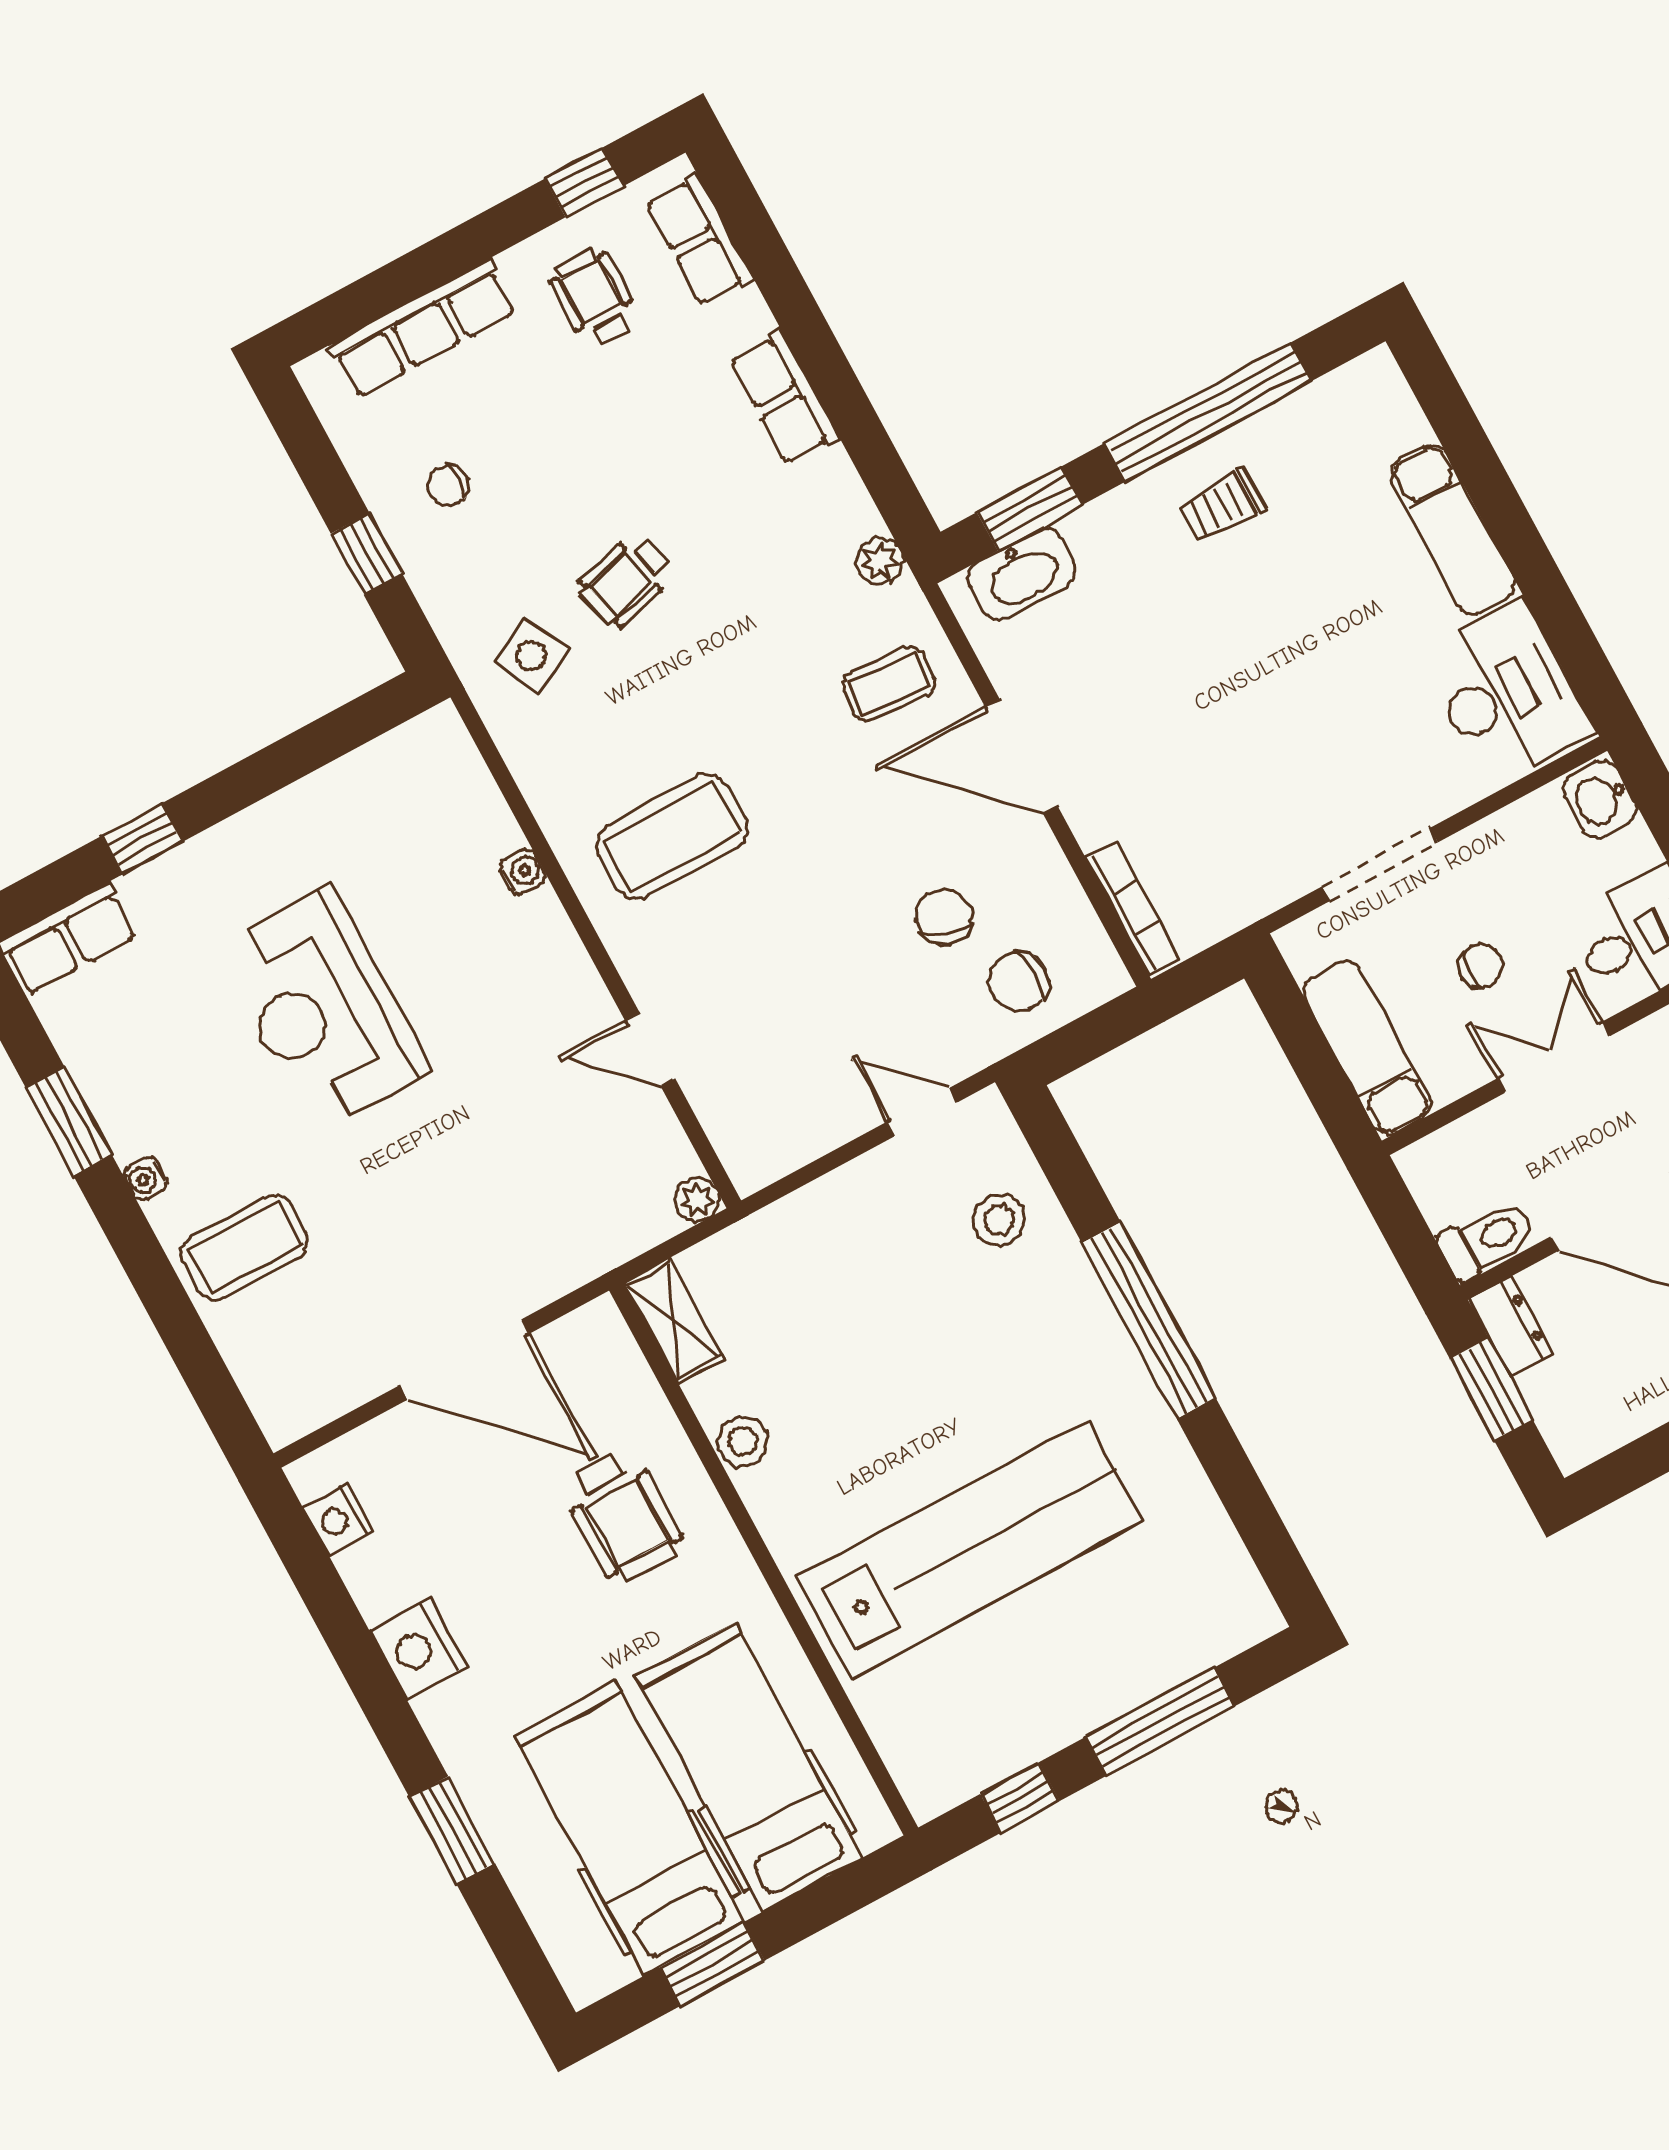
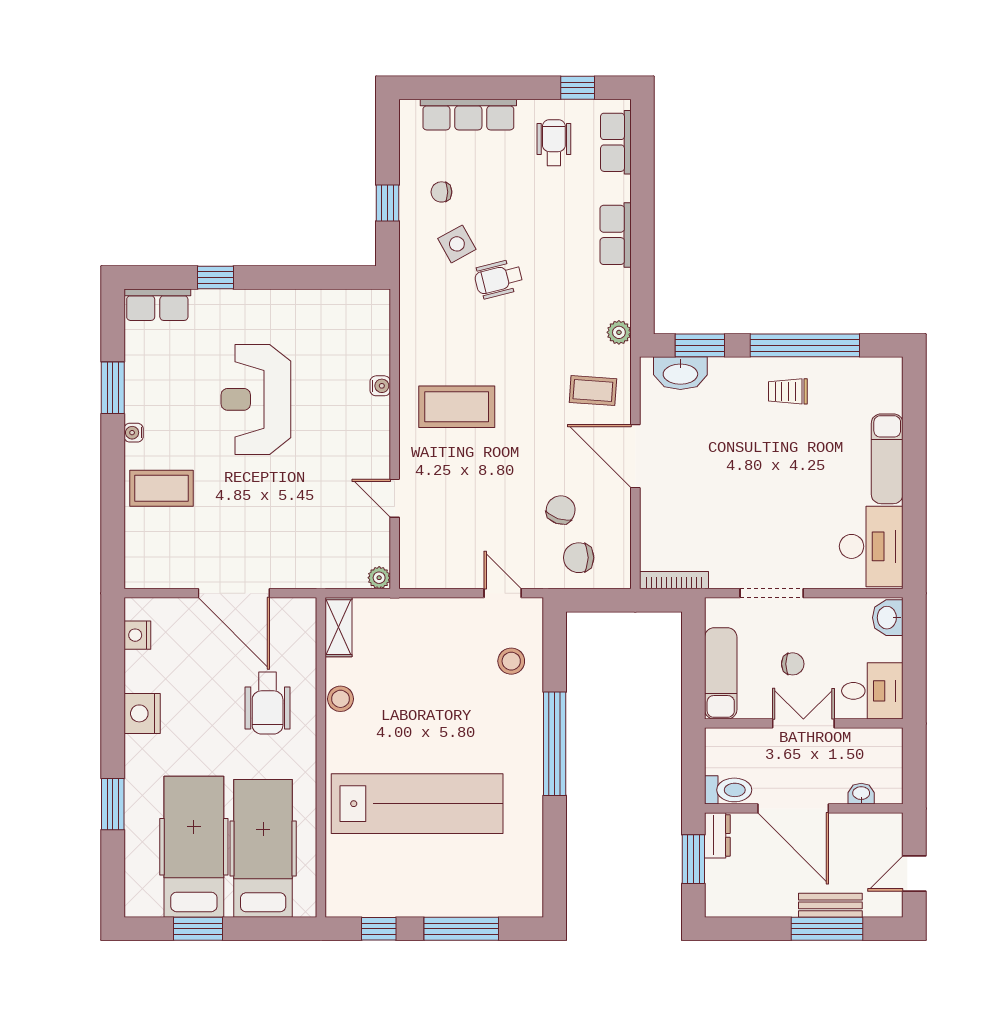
side table: (531, 656) -> (457, 244), moved
bookcase: (1133, 909) -> (674, 580), moved, turned -90

